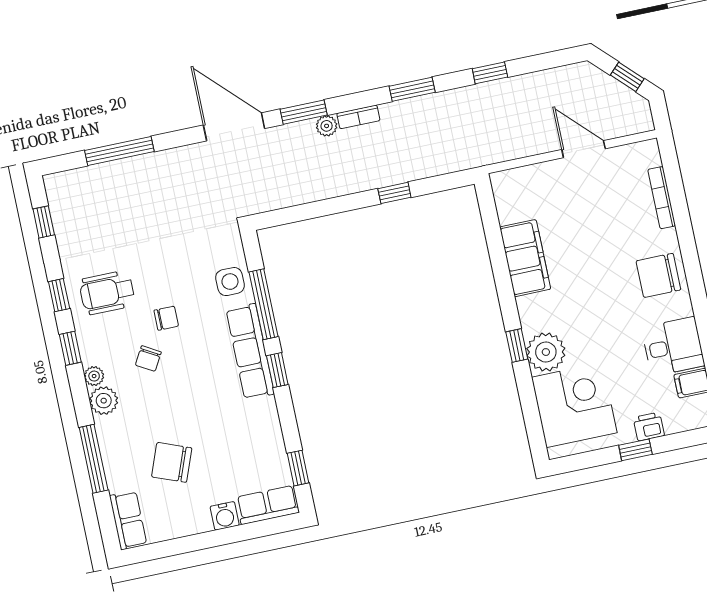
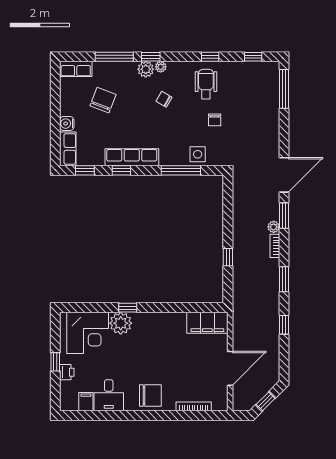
door: (584, 149) -> (230, 368), width x1.36
window: (119, 151) -> (284, 89), moved
filing cabinet: (525, 258) -> (207, 323), moved
chair: (658, 275) -> (150, 395), turned 90
chair: (166, 318) -> (215, 120), moved
window: (70, 348) -> (151, 57), moved
row of seats: (250, 352) -> (132, 157), moved
window: (277, 370) -> (121, 170), moved

